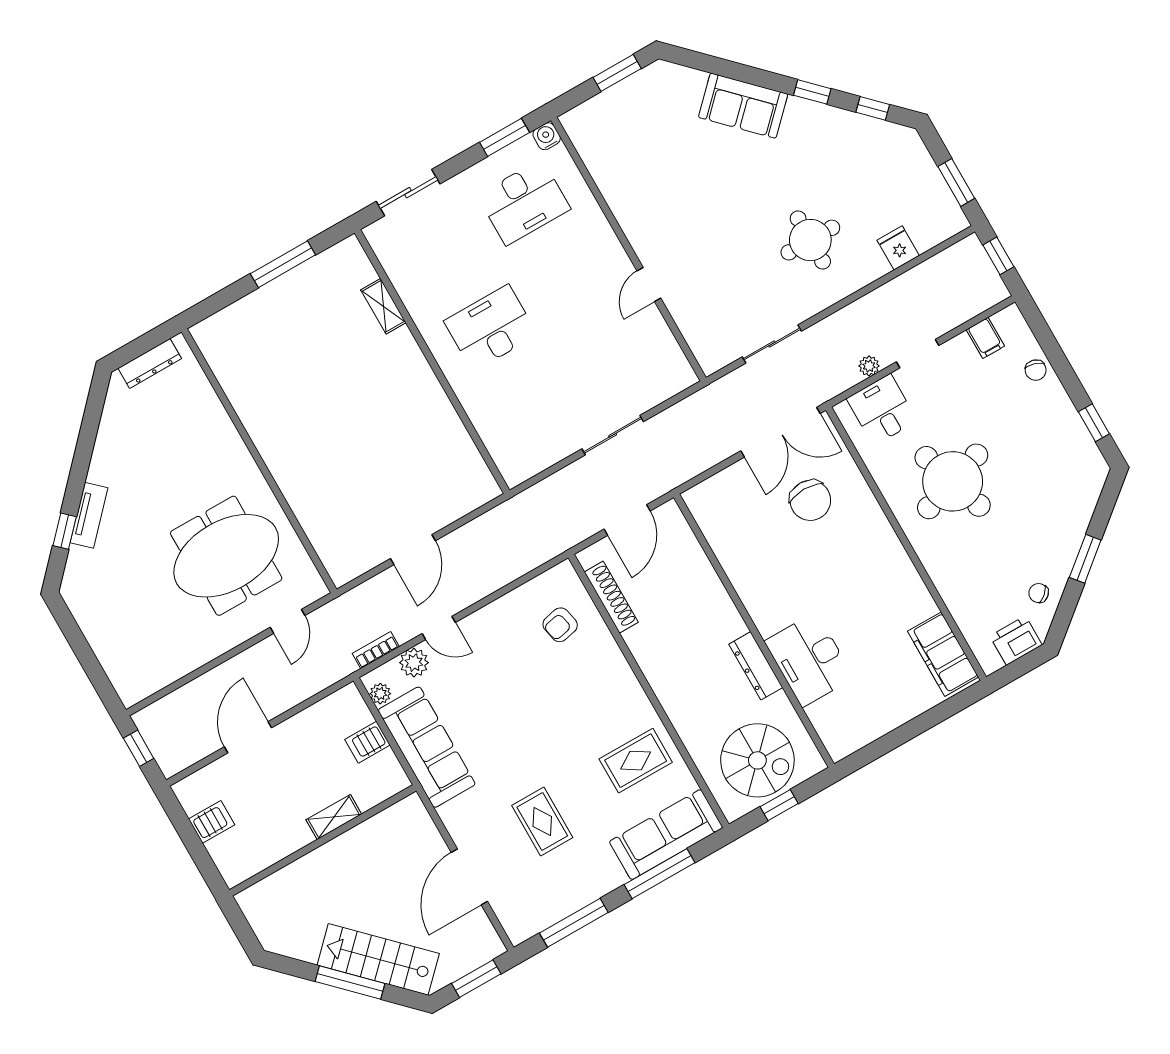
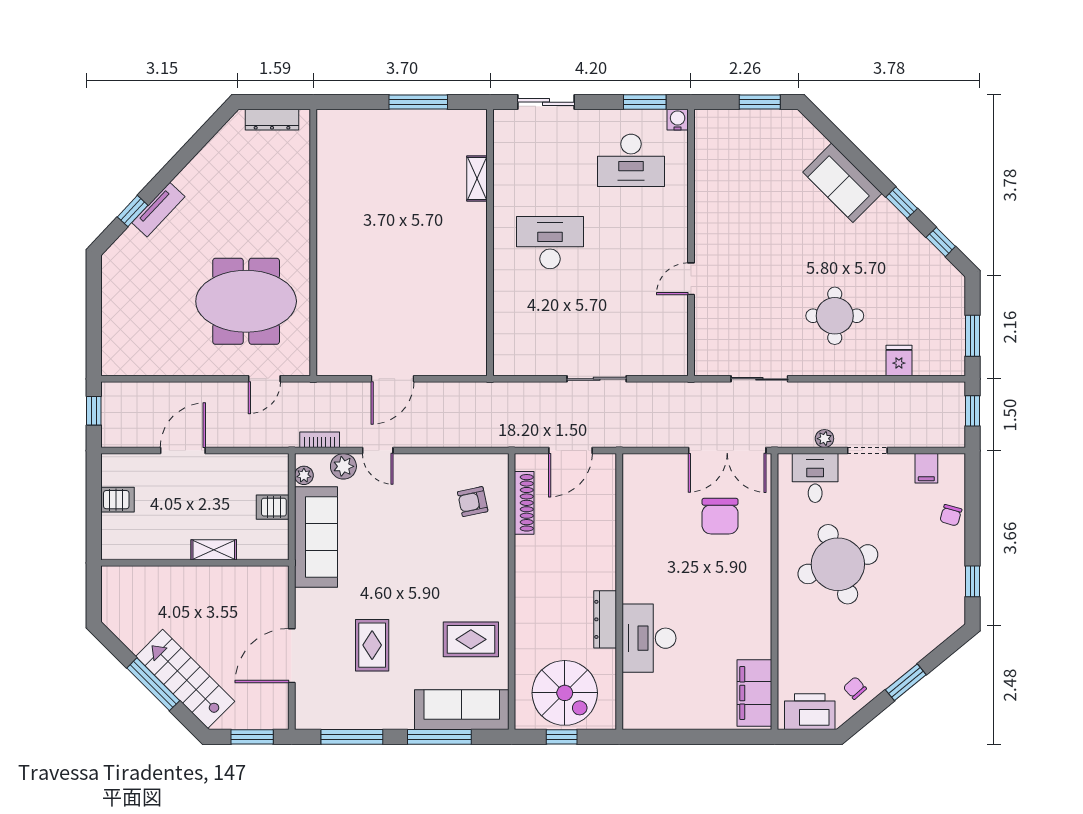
printer: (1016, 640) -> (810, 712), width x1.37, depth x1.19

